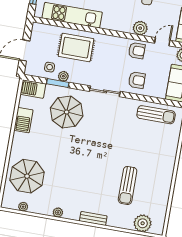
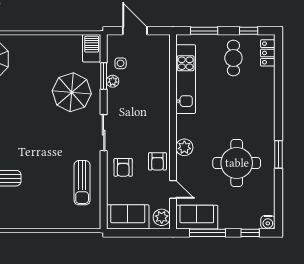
plant: (140, 28) -> (184, 147), moved
rug: (76, 48) -> (149, 90), removed
sun lounger: (156, 115) -> (82, 183), moved
barbecue: (23, 120) -> (54, 44), removed

